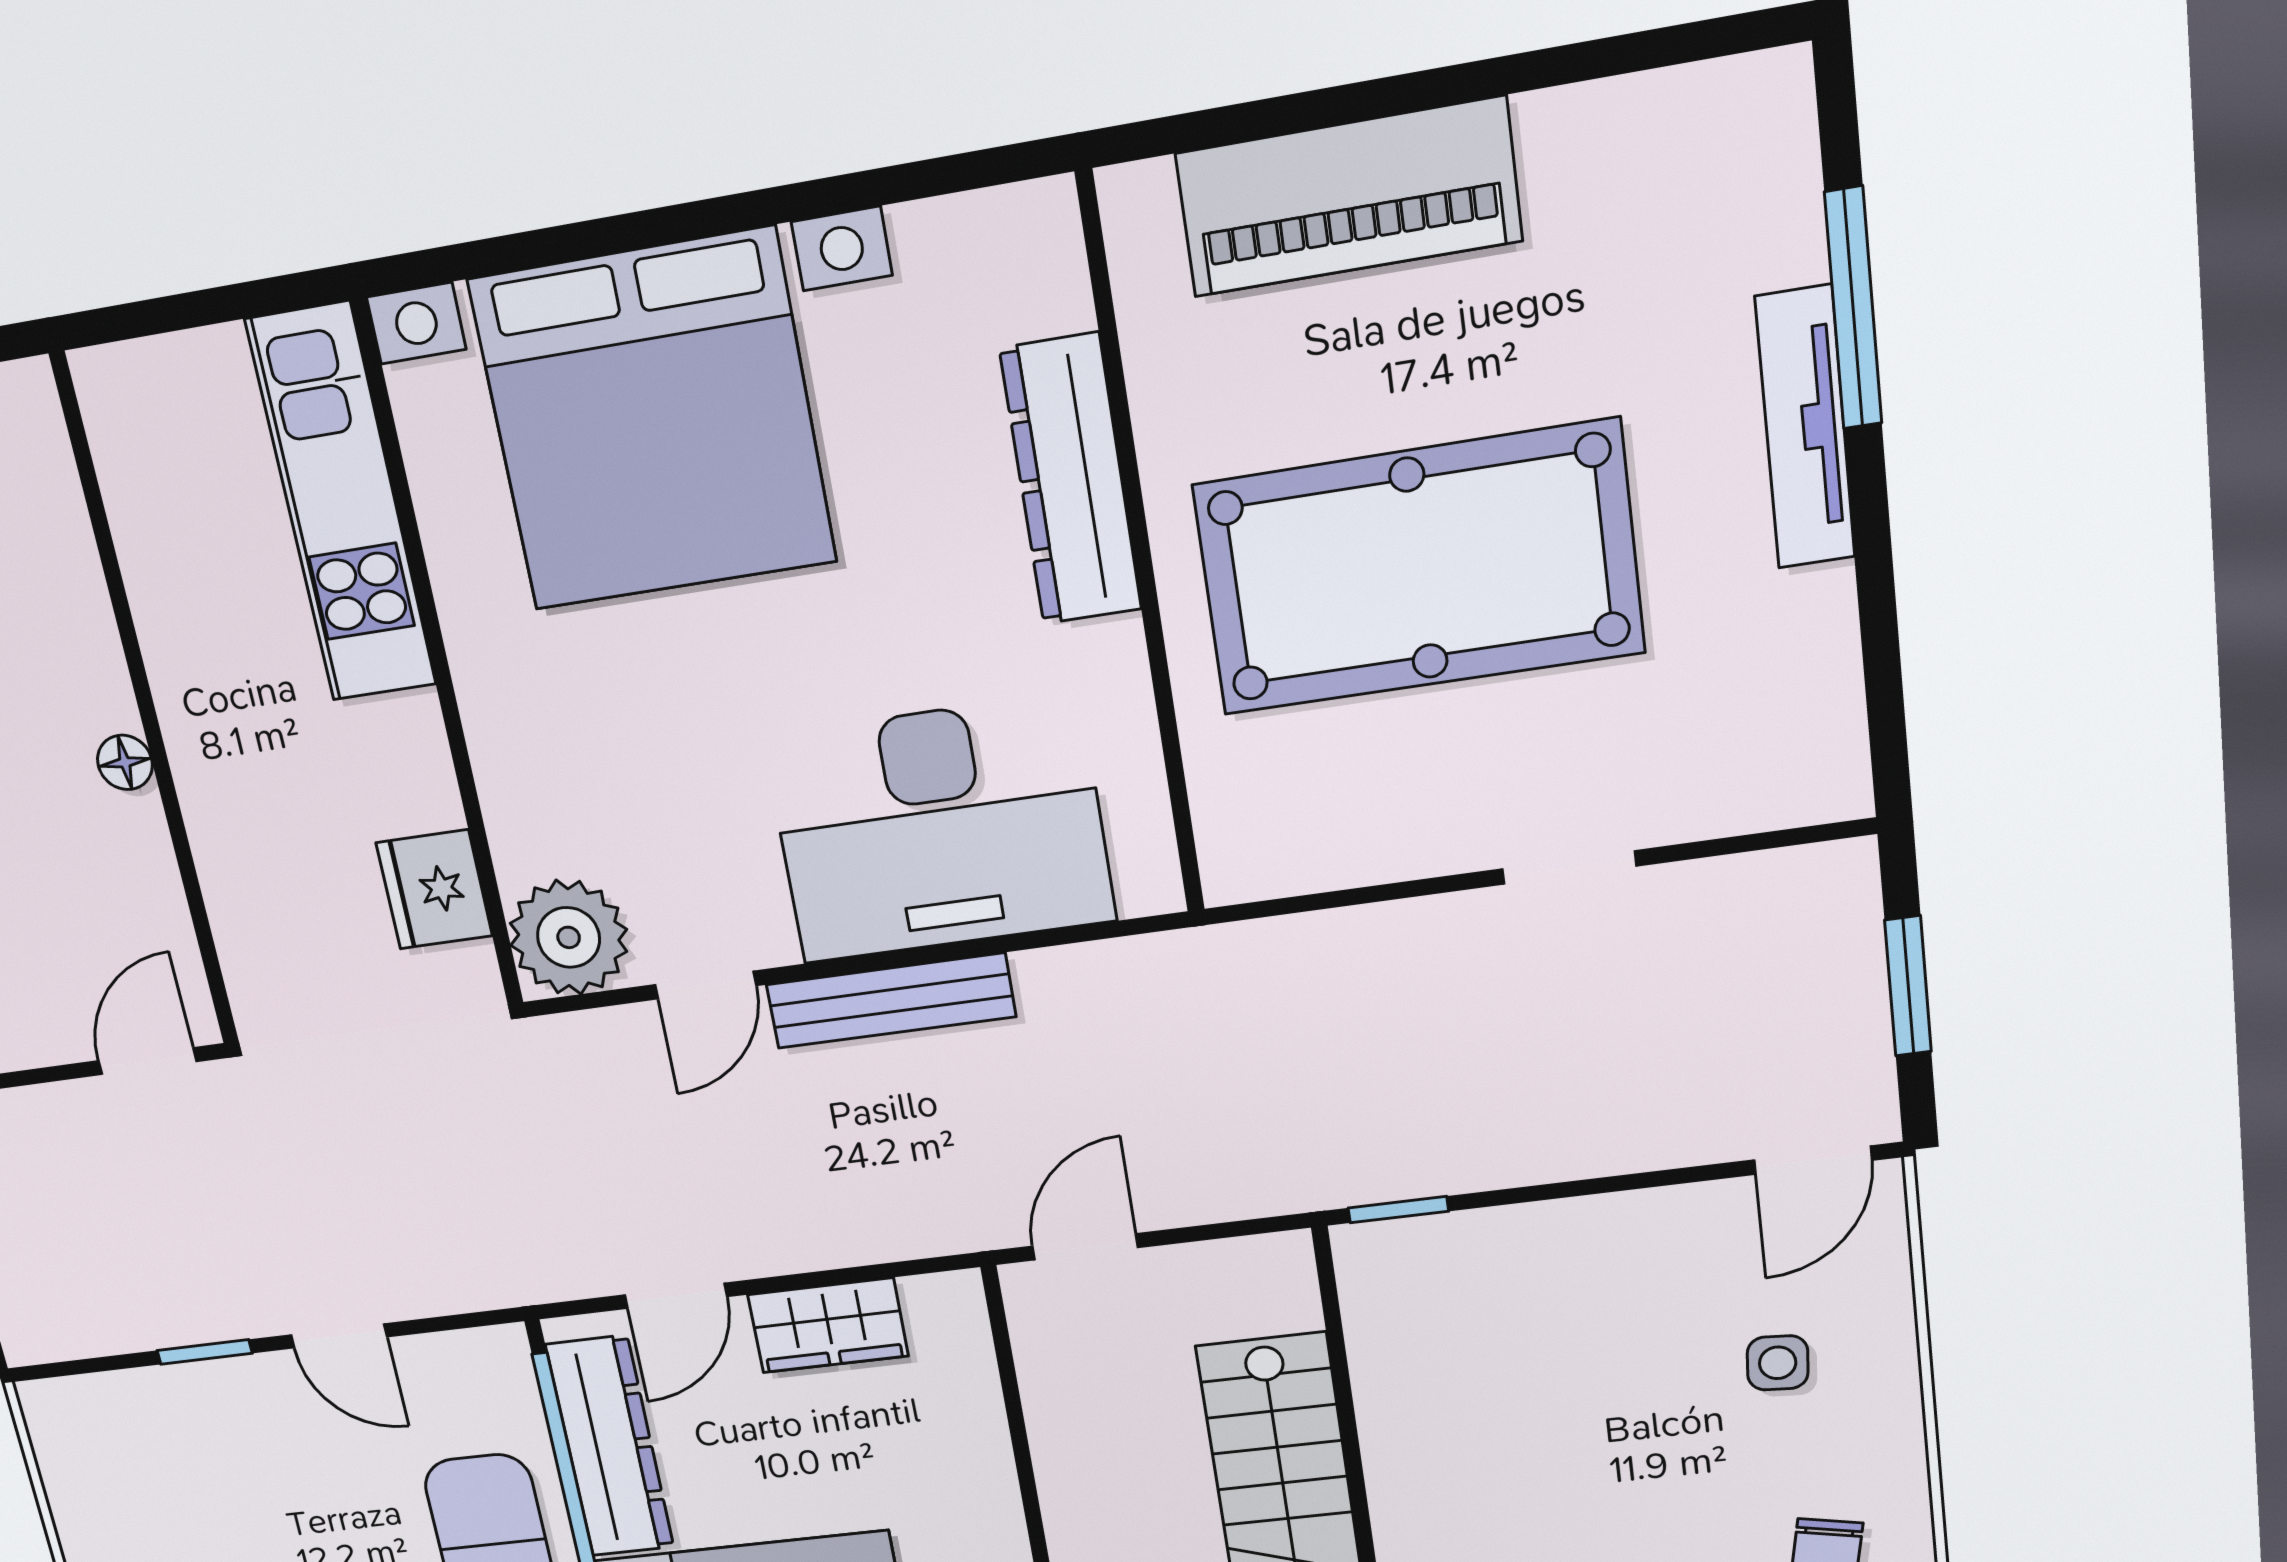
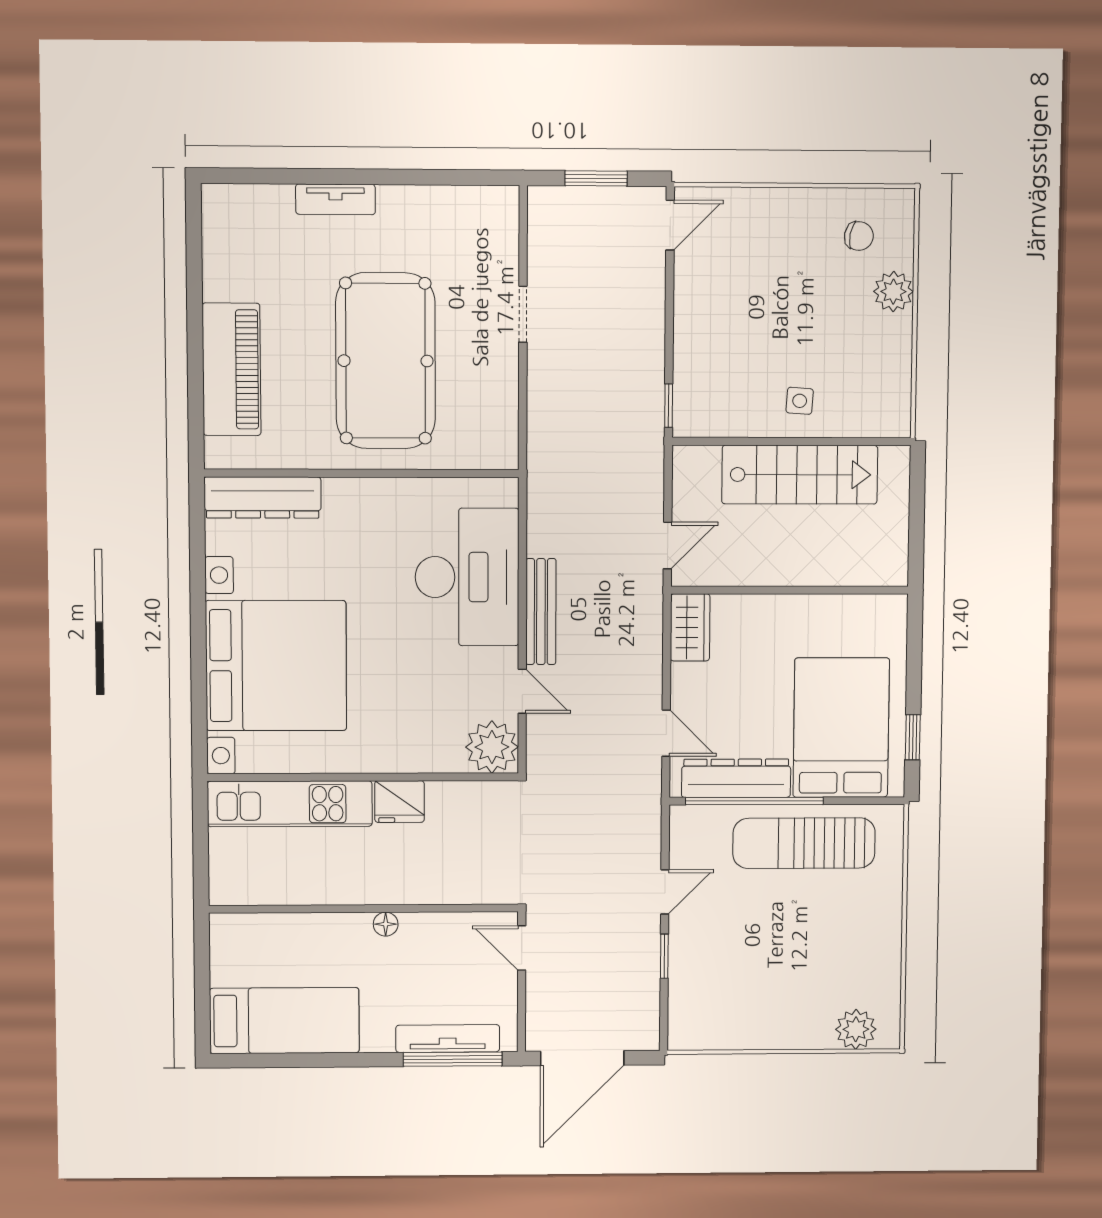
window: (1853, 308) -> (307, 176), removed
tv unit: (1805, 428) -> (335, 199), width x0.71
dresser: (1071, 480) -> (263, 497), moved
fridge: (434, 889) -> (399, 802), moved
door: (1813, 1160) -> (670, 225), hinge flipped
door: (1085, 1247) -> (668, 546), swing flipped
wardrobe: (828, 1325) -> (690, 627), moved
side table: (1778, 1363) -> (800, 401), moved

